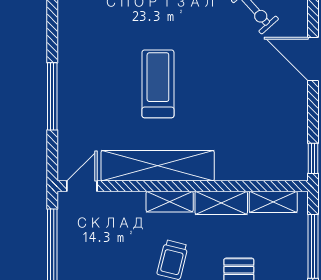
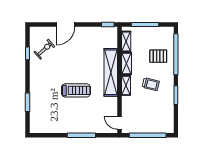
treadmill: (158, 84) -> (76, 90), turned 180
shelving: (158, 166) -> (111, 72), moved

